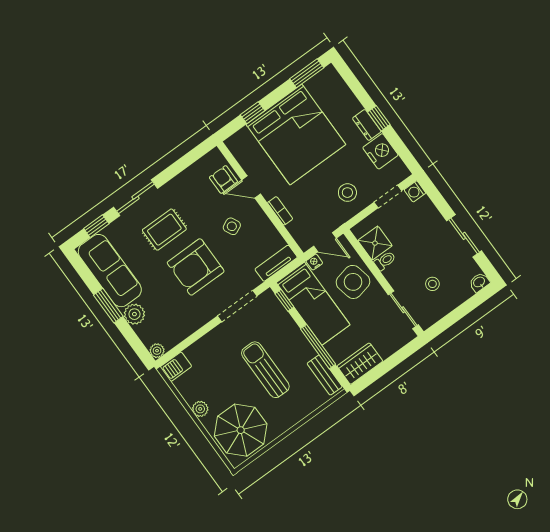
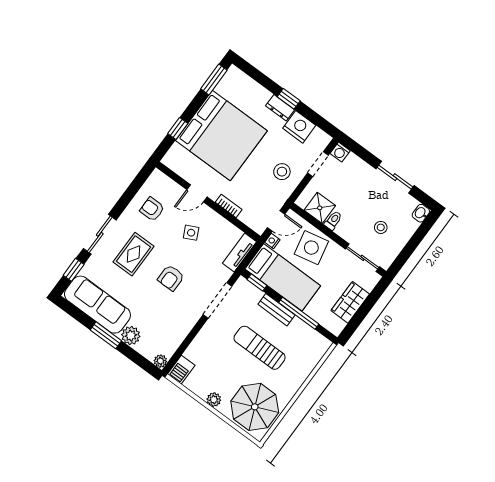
armchair: (223, 179) -> (152, 209), moved
armchair: (196, 267) -> (171, 278), width x0.53, depth x0.53
wardrobe: (360, 364) -> (350, 302), moved
bench: (325, 375) -> (276, 310), moved

